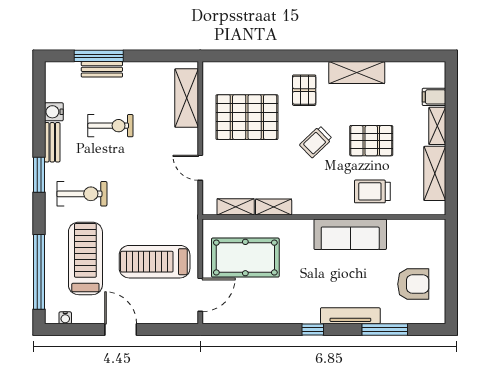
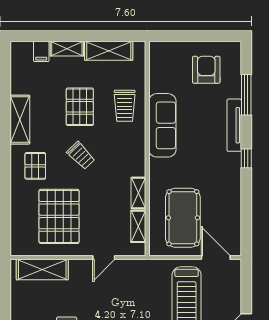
pallet: (304, 90) -> (35, 166), turned 90

